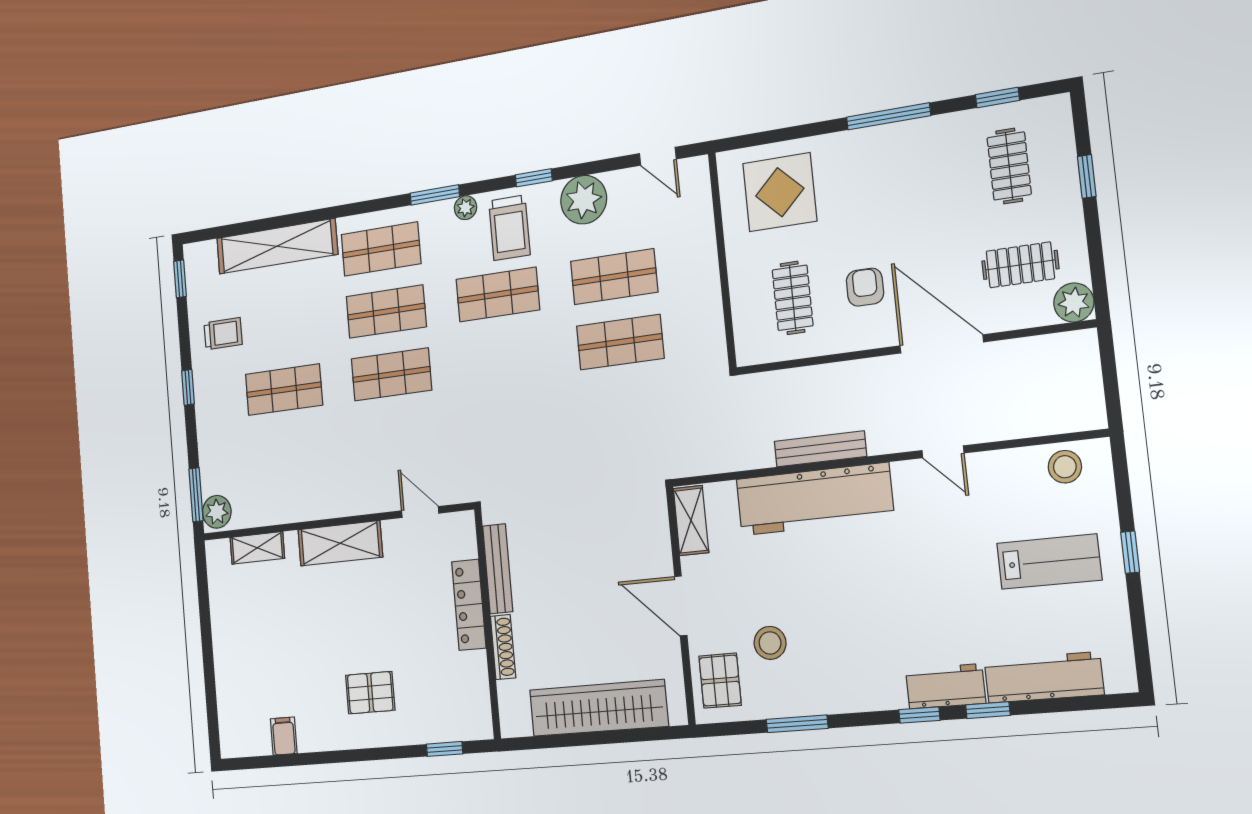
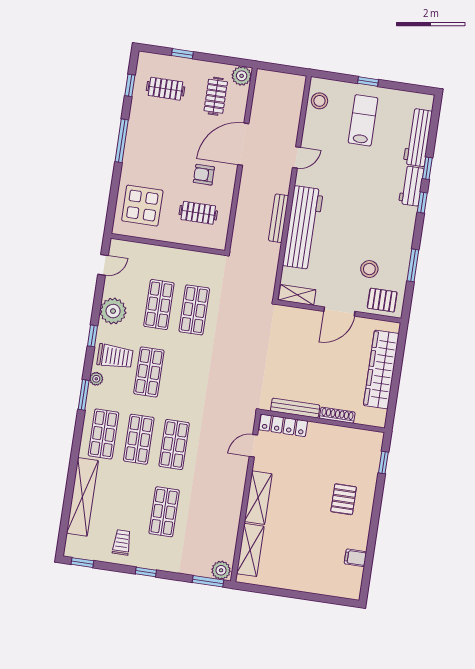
shelving: (257, 548) -> (250, 550), width x1.50, depth x1.33
locker: (469, 605) -> (283, 425), moved

